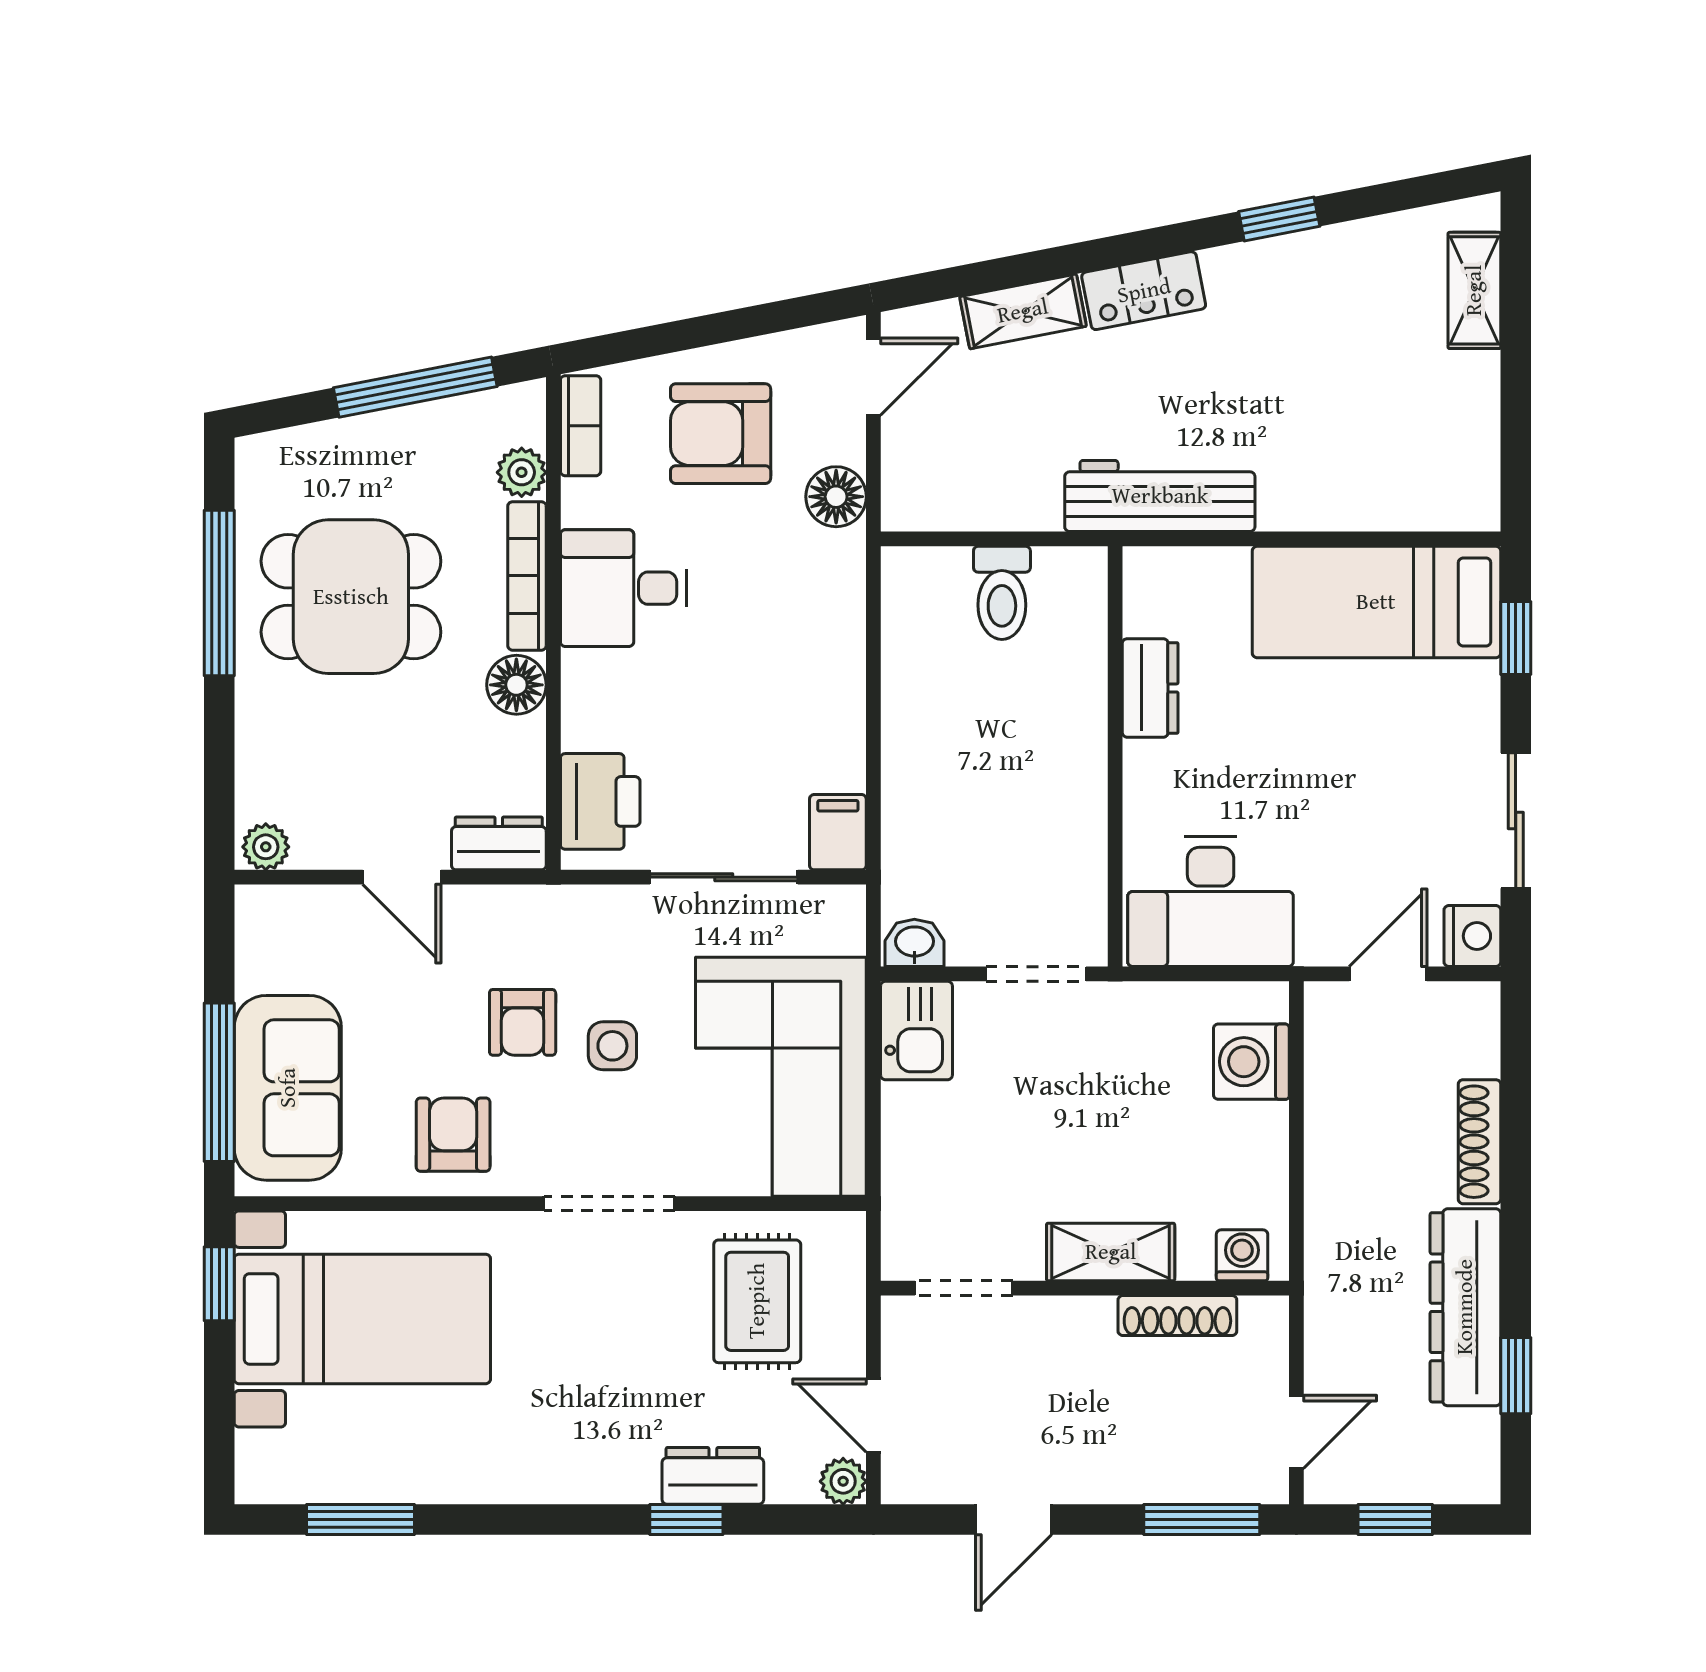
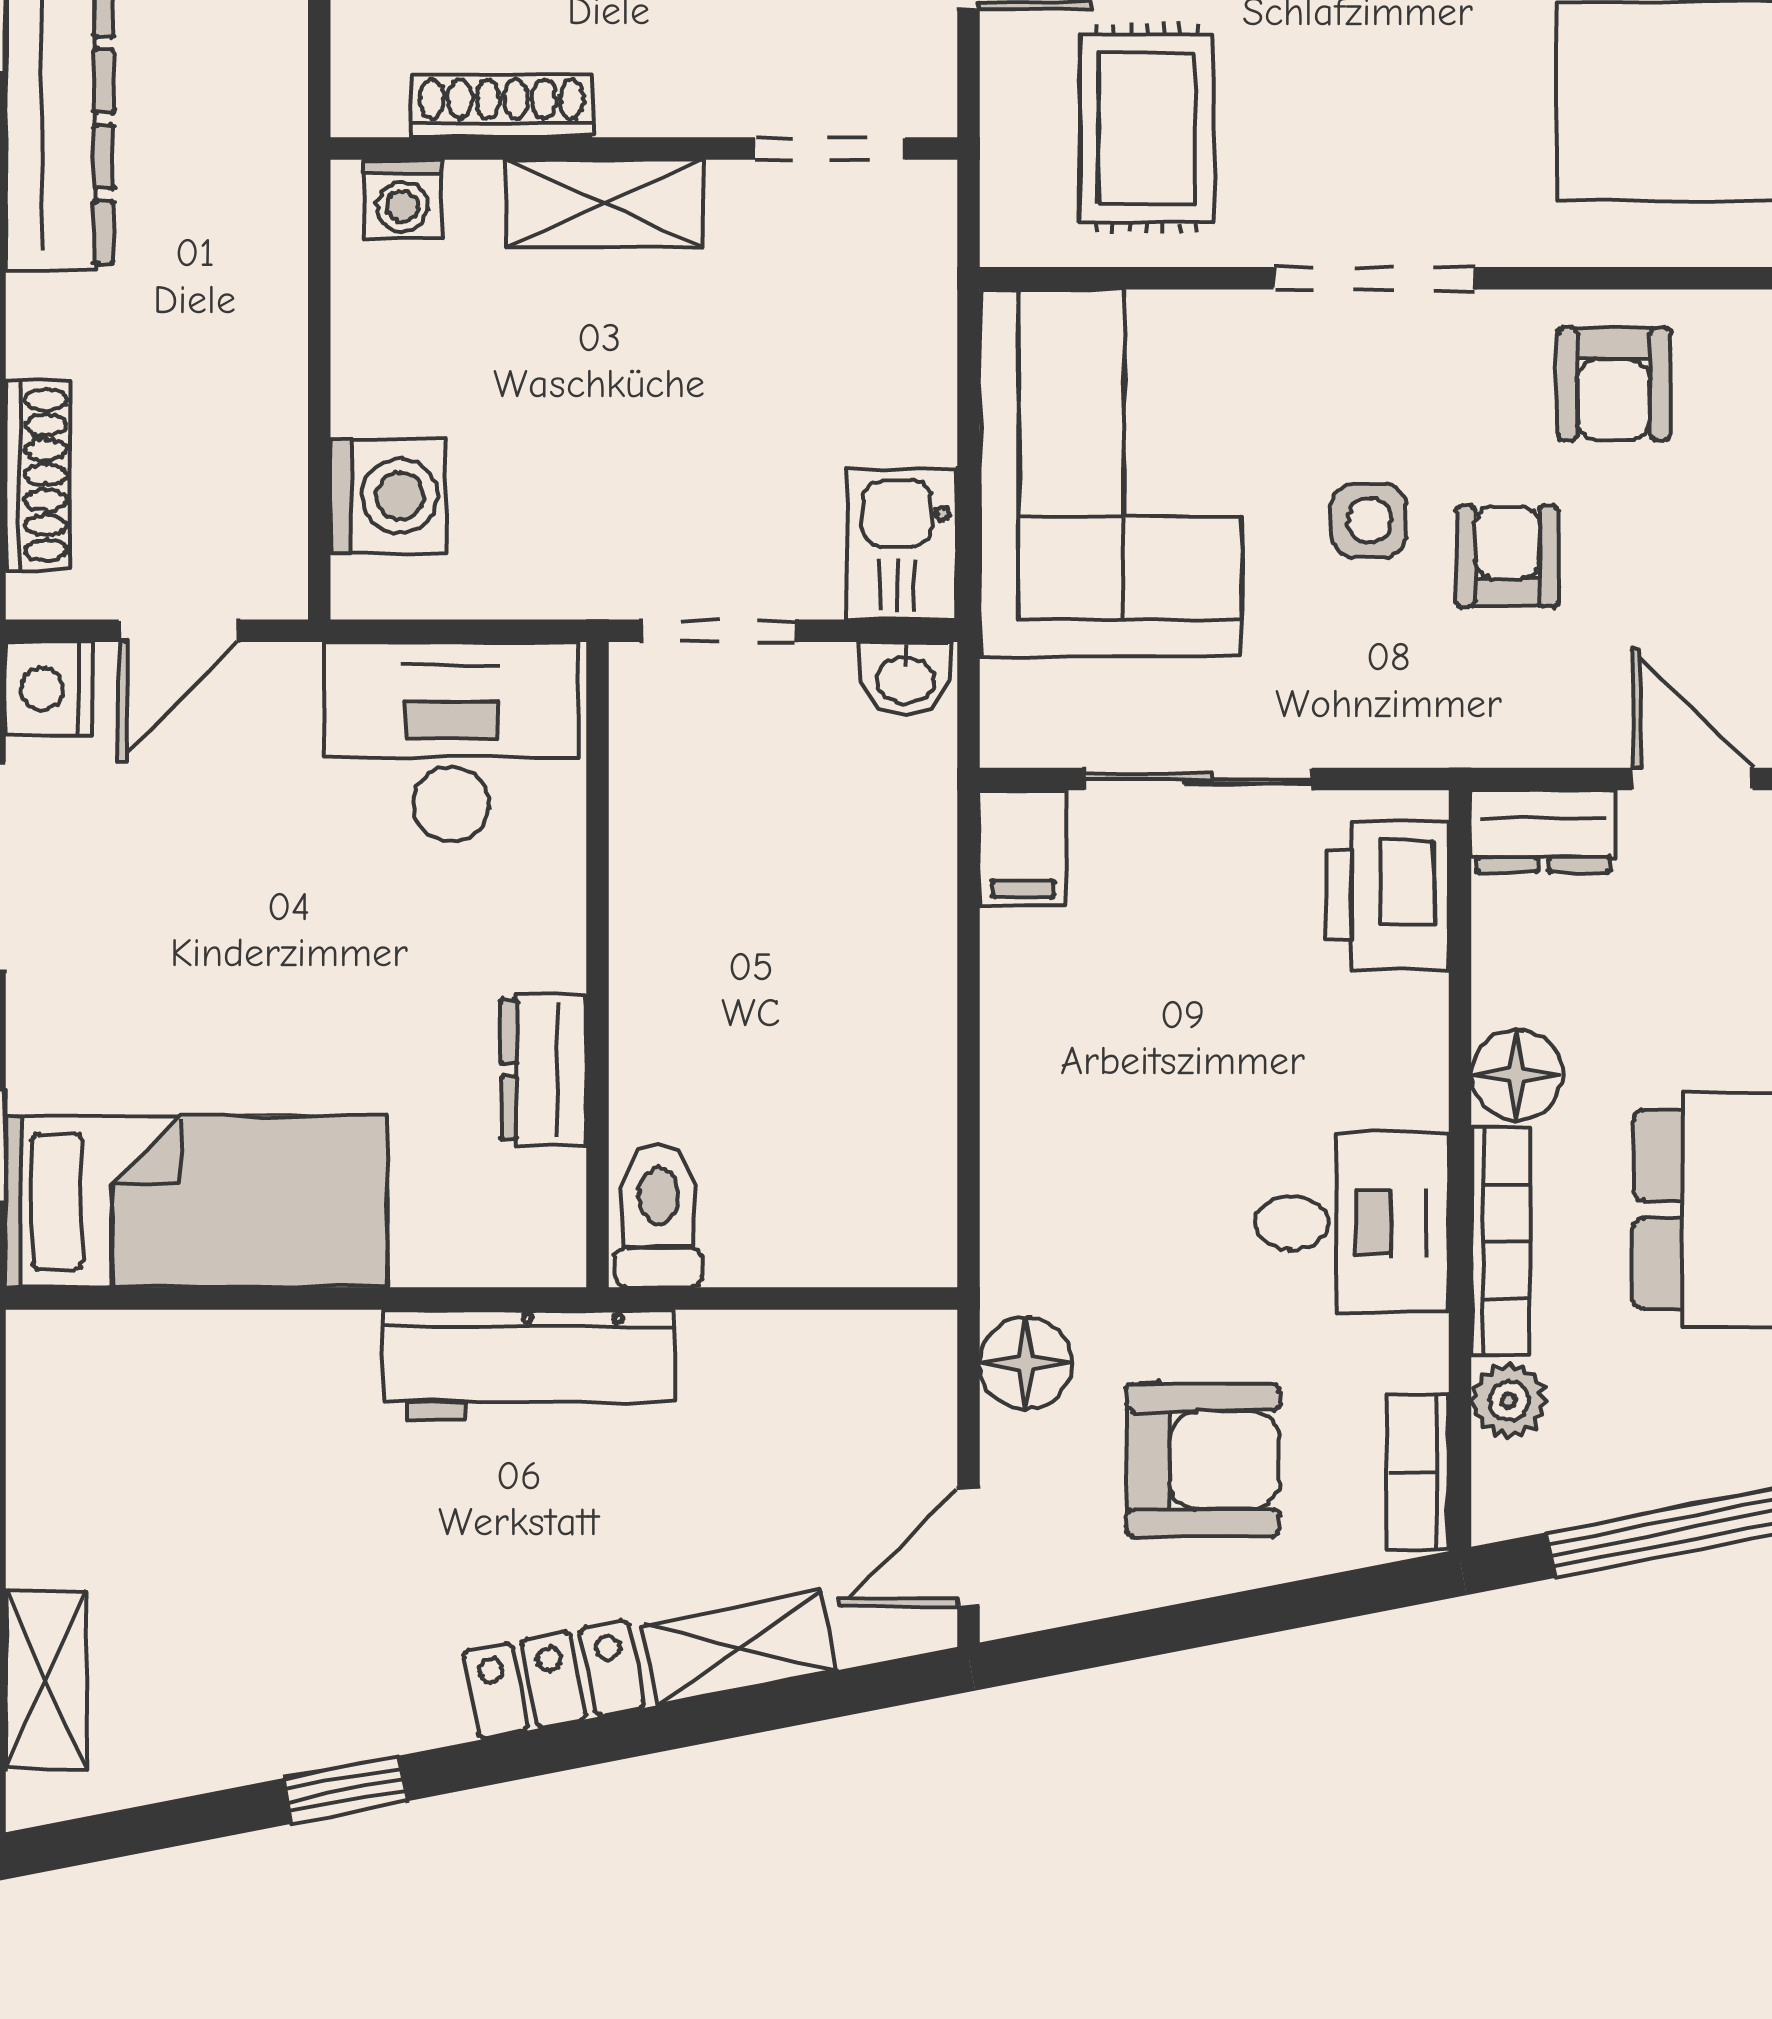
toilet: (1002, 593) -> (659, 1216), moved
shoe rack: (1479, 1142) -> (38, 475), moved

